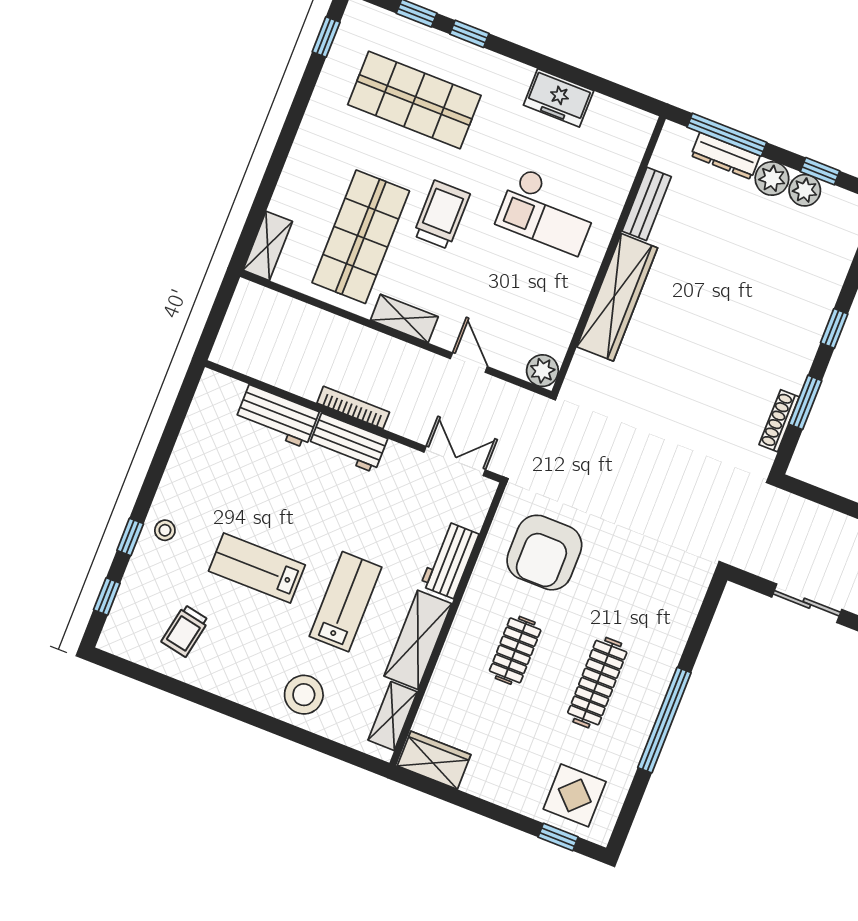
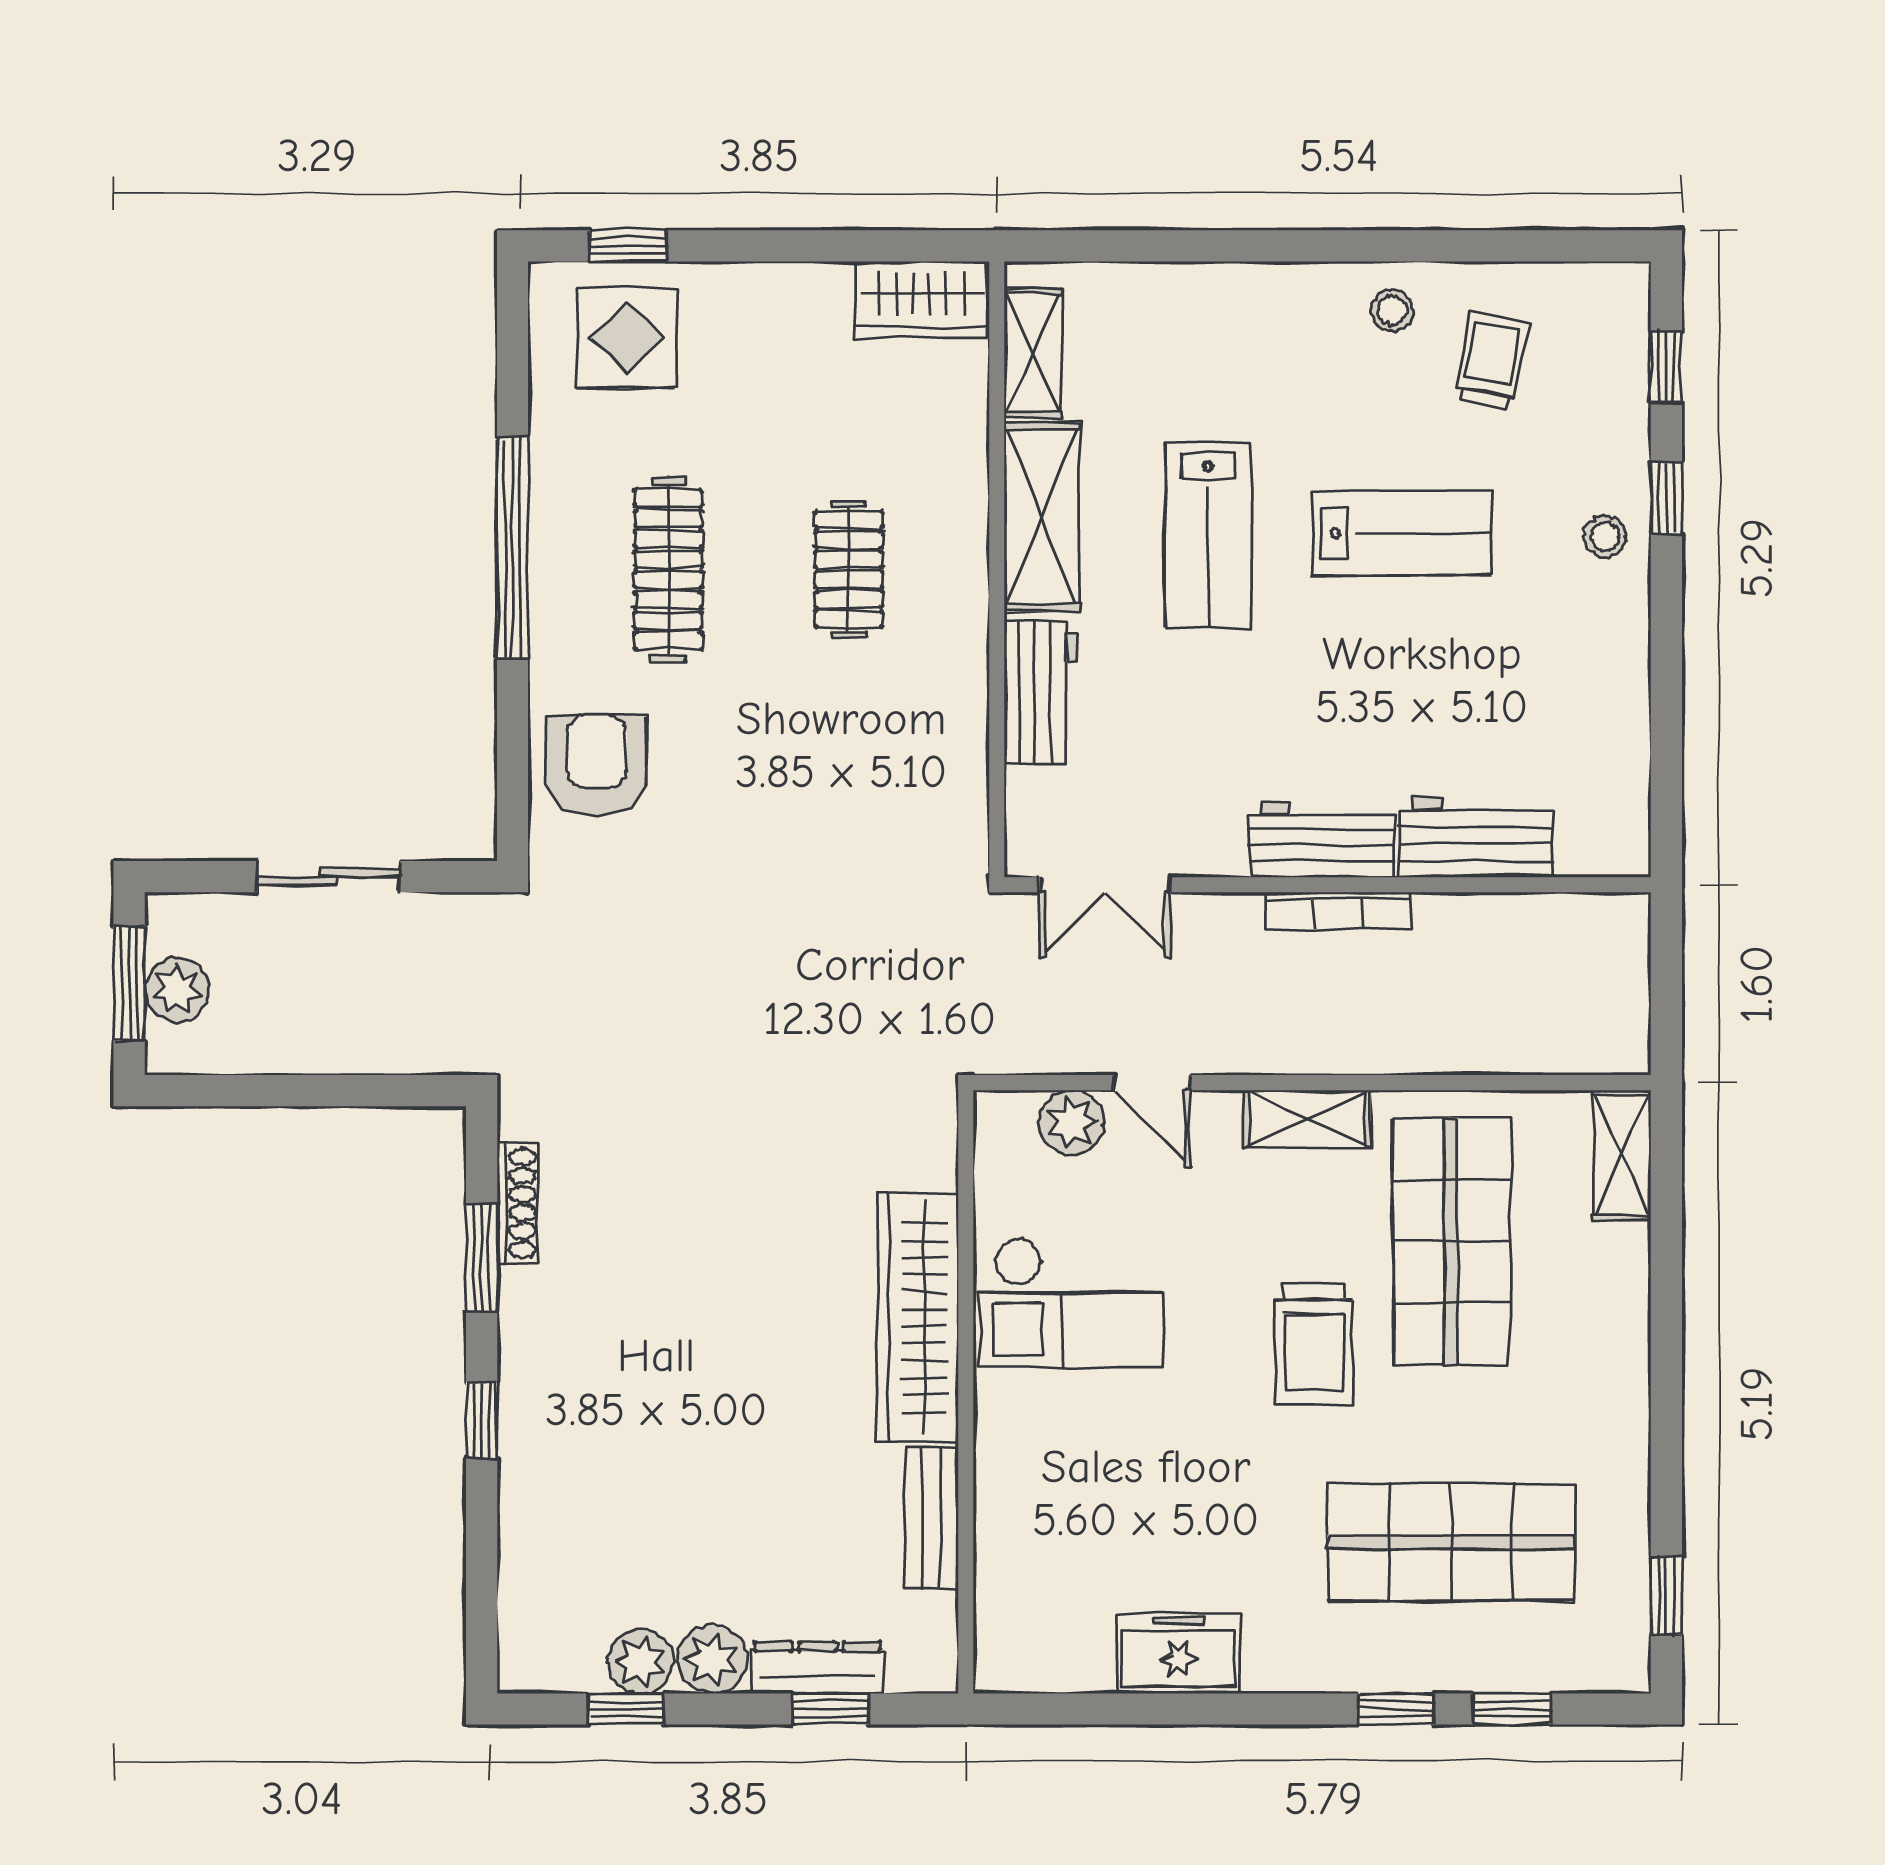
window: (727, 135) -> (831, 1709), width x0.46
checkout: (548, 211) -> (1071, 1303), moved, turned 180
plant: (542, 371) -> (1072, 1122), moved
armchair: (544, 553) -> (597, 765), moved, width x0.73, depth x0.73
stool: (304, 695) -> (1392, 311), moved, width x0.53, depth x0.53

